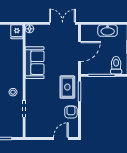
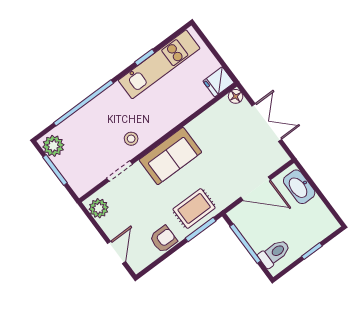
double door: (63, 23) -> (267, 123), moved
washbasin: (108, 31) -> (299, 187), moved
sofa: (35, 63) -> (170, 156), moved
plant: (34, 131) -> (99, 208), added
door: (61, 138) -> (116, 252), hinge flipped

